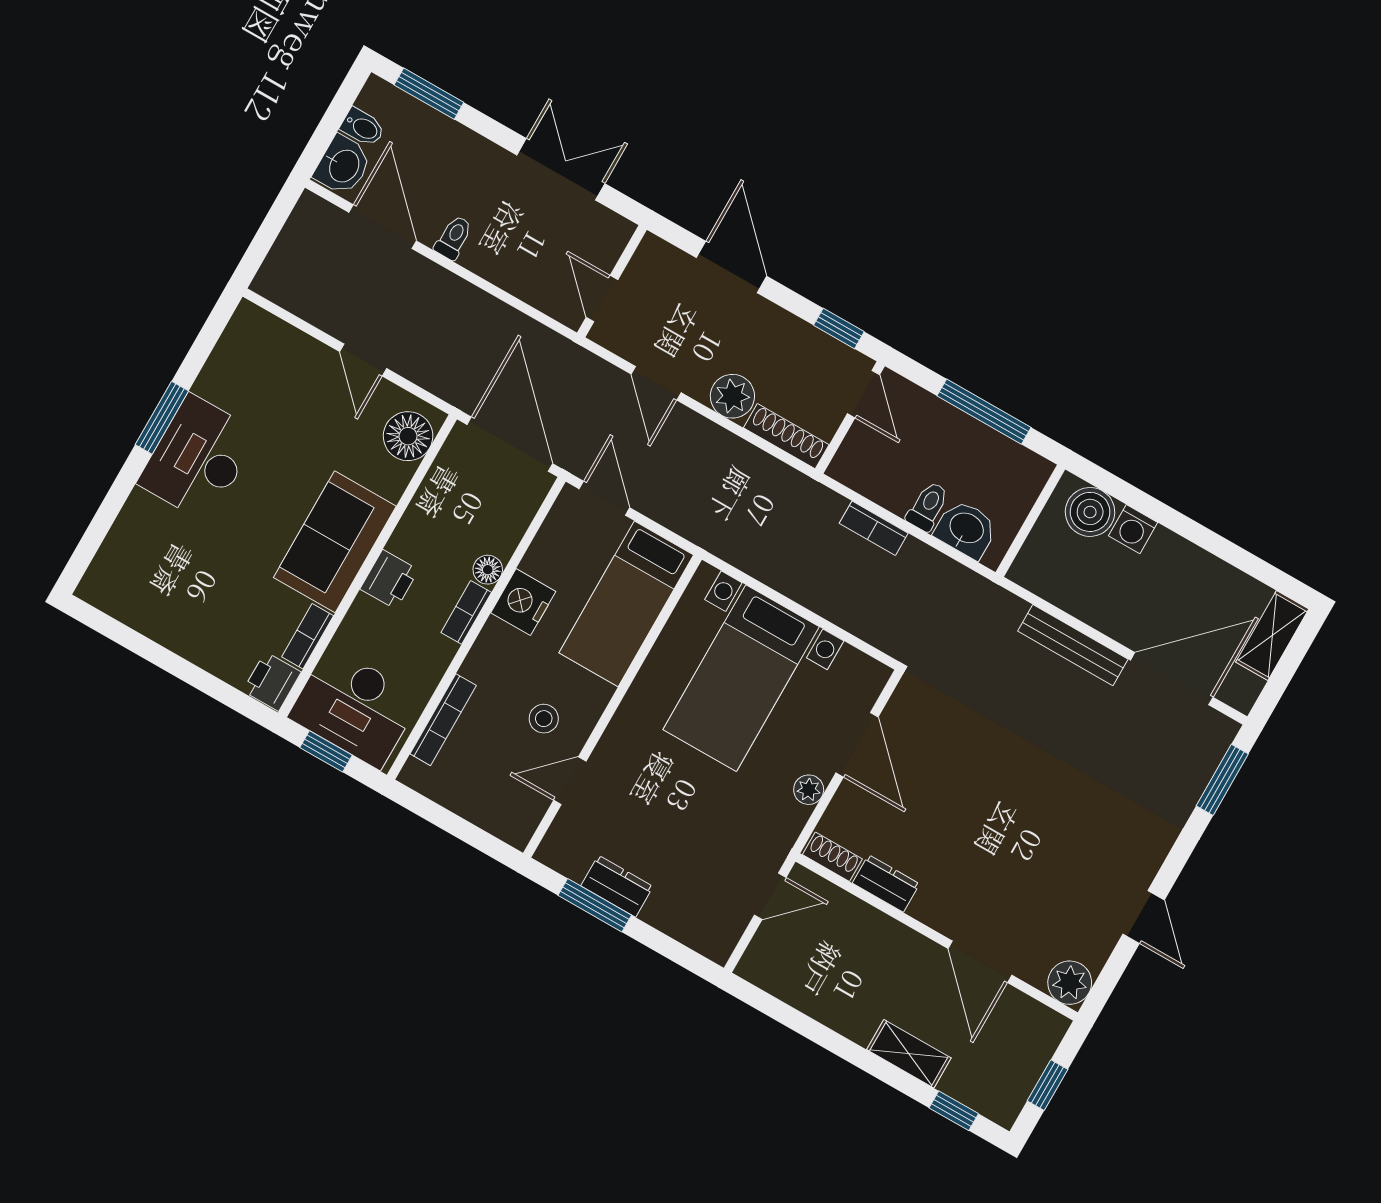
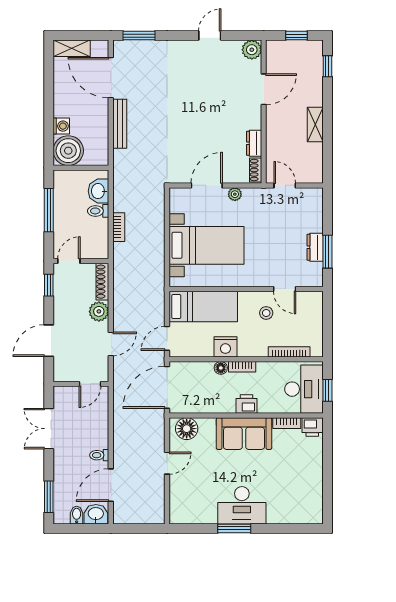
boiler: (1090, 512) -> (68, 151), width x1.37, depth x1.37
shelving: (909, 1054) -> (315, 124), moved

